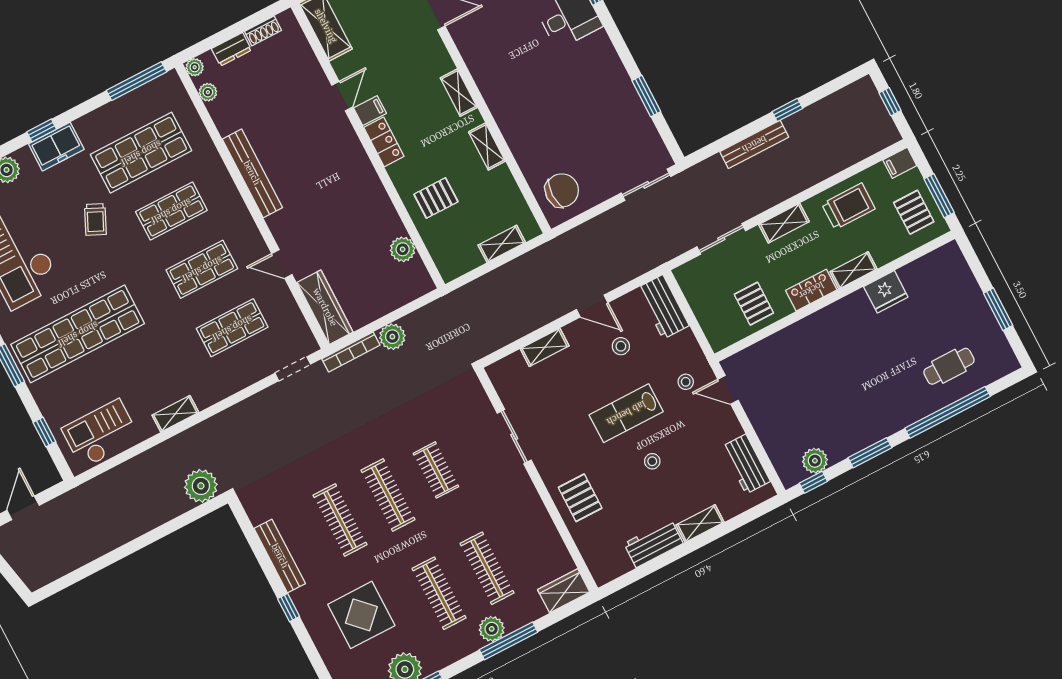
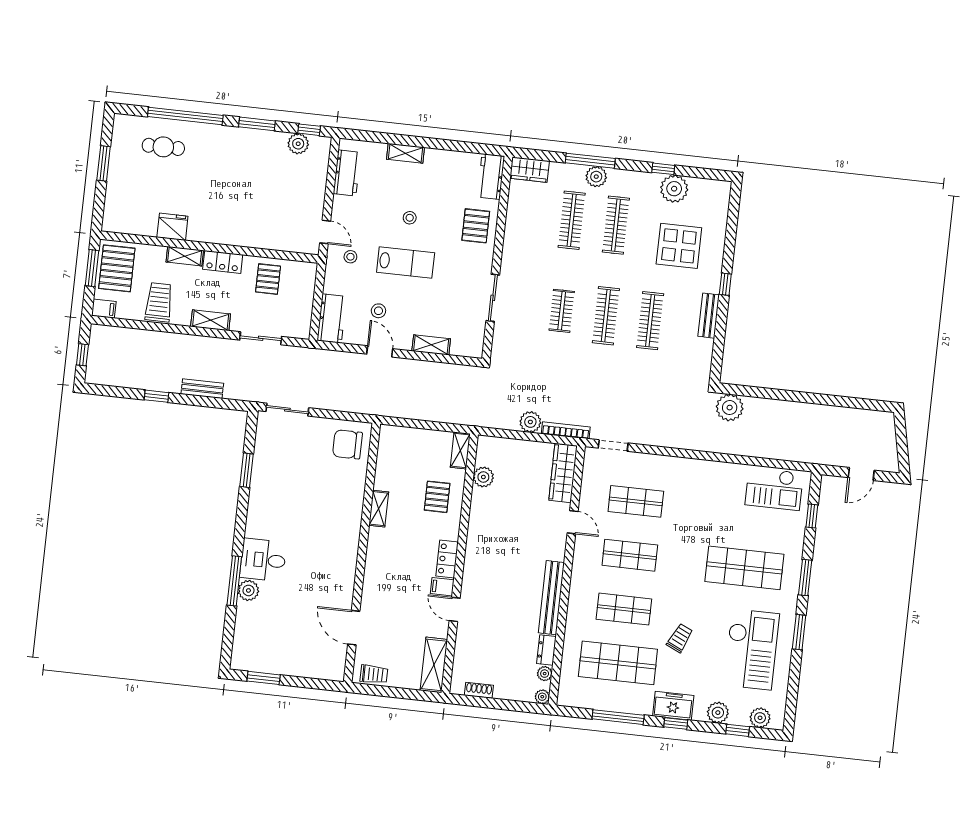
dresser: (232, 49) -> (546, 650), moved, turned -90
window: (137, 81) -> (618, 717), moved
shelving: (459, 93) -> (373, 558), removed
door: (342, 96) -> (455, 609), hinge flipped
bench: (754, 144) -> (202, 389), width x0.73
pallet: (436, 198) -> (437, 497), turned 90
trolley: (848, 206) -> (159, 302), turned 90
pallet: (914, 212) -> (117, 268), width x1.50, depth x1.42
shelving: (502, 244) -> (460, 451), moved, turned 90
shop shelf: (78, 334) -> (744, 568), width x0.71
shelving: (175, 414) -> (714, 469), removed
workbench: (653, 543) -> (491, 177), moved, turned 90
bench: (280, 556) -> (709, 316), width x0.73

